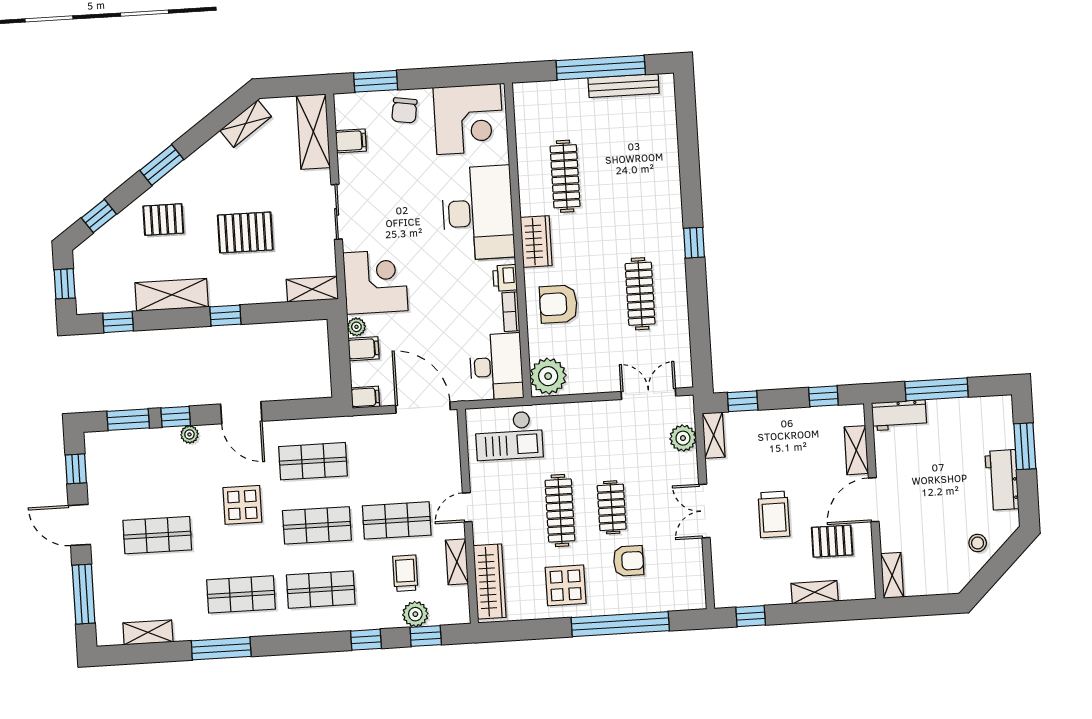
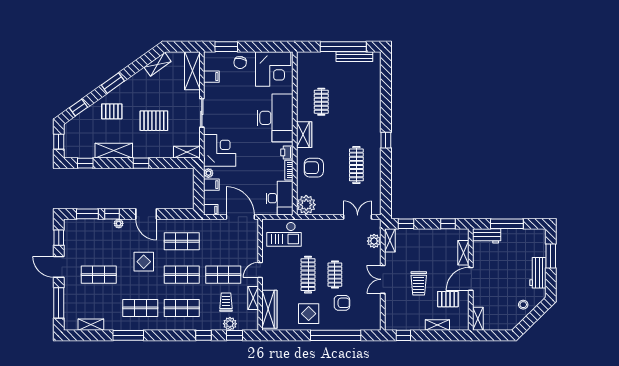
clothes rail: (565, 176) -> (321, 102), width x0.73

